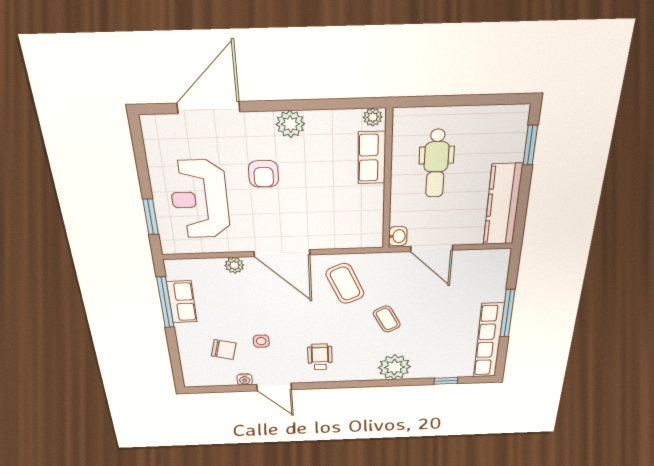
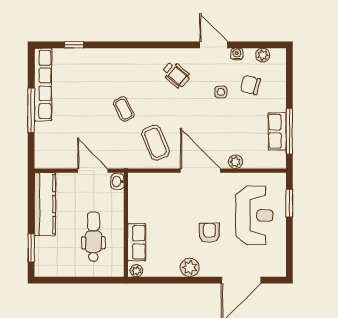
wheelchair: (320, 357) -> (176, 74), turned -50
plant: (394, 367) -> (263, 55), moved, width x0.53, depth x0.53

